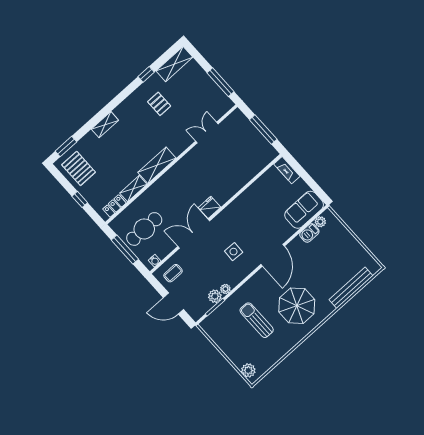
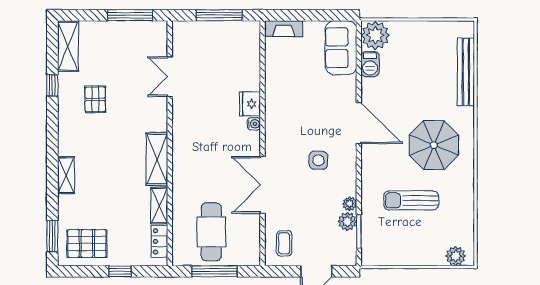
pallet: (159, 104) -> (95, 99), turned 90
fridge: (210, 207) -> (250, 104), moved
plant: (320, 222) -> (375, 35), width x1.87, depth x1.87
water cooler: (155, 261) -> (254, 124), moved

